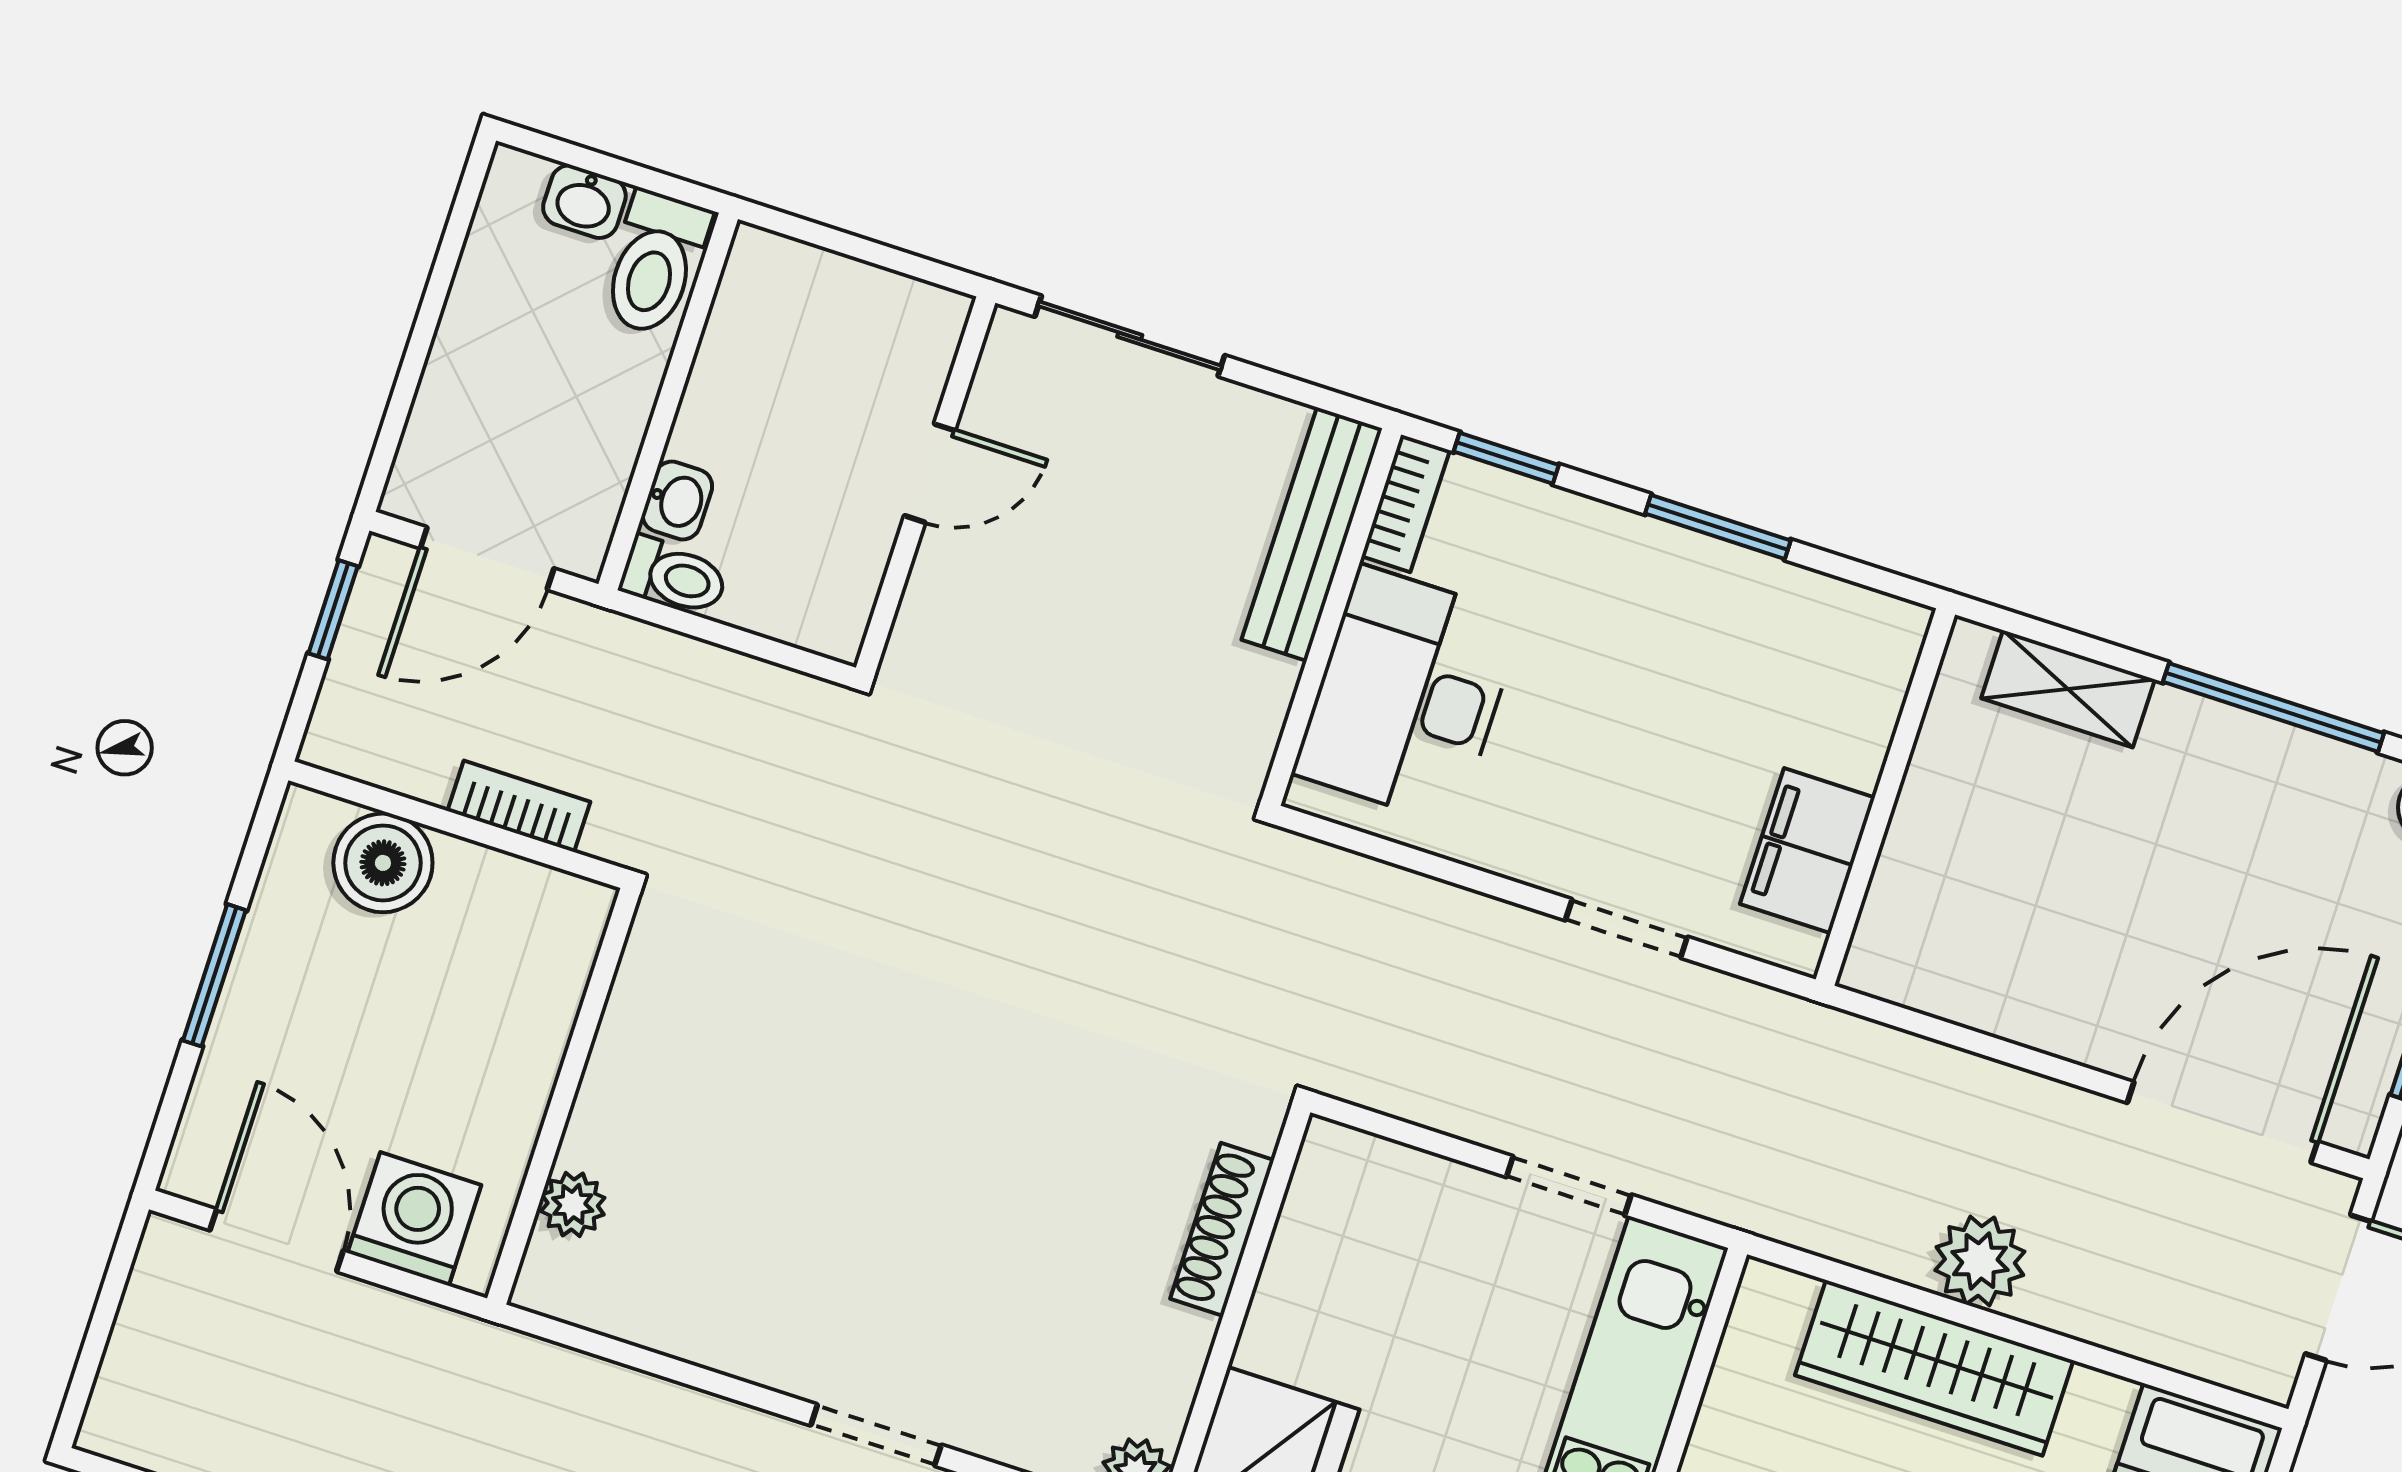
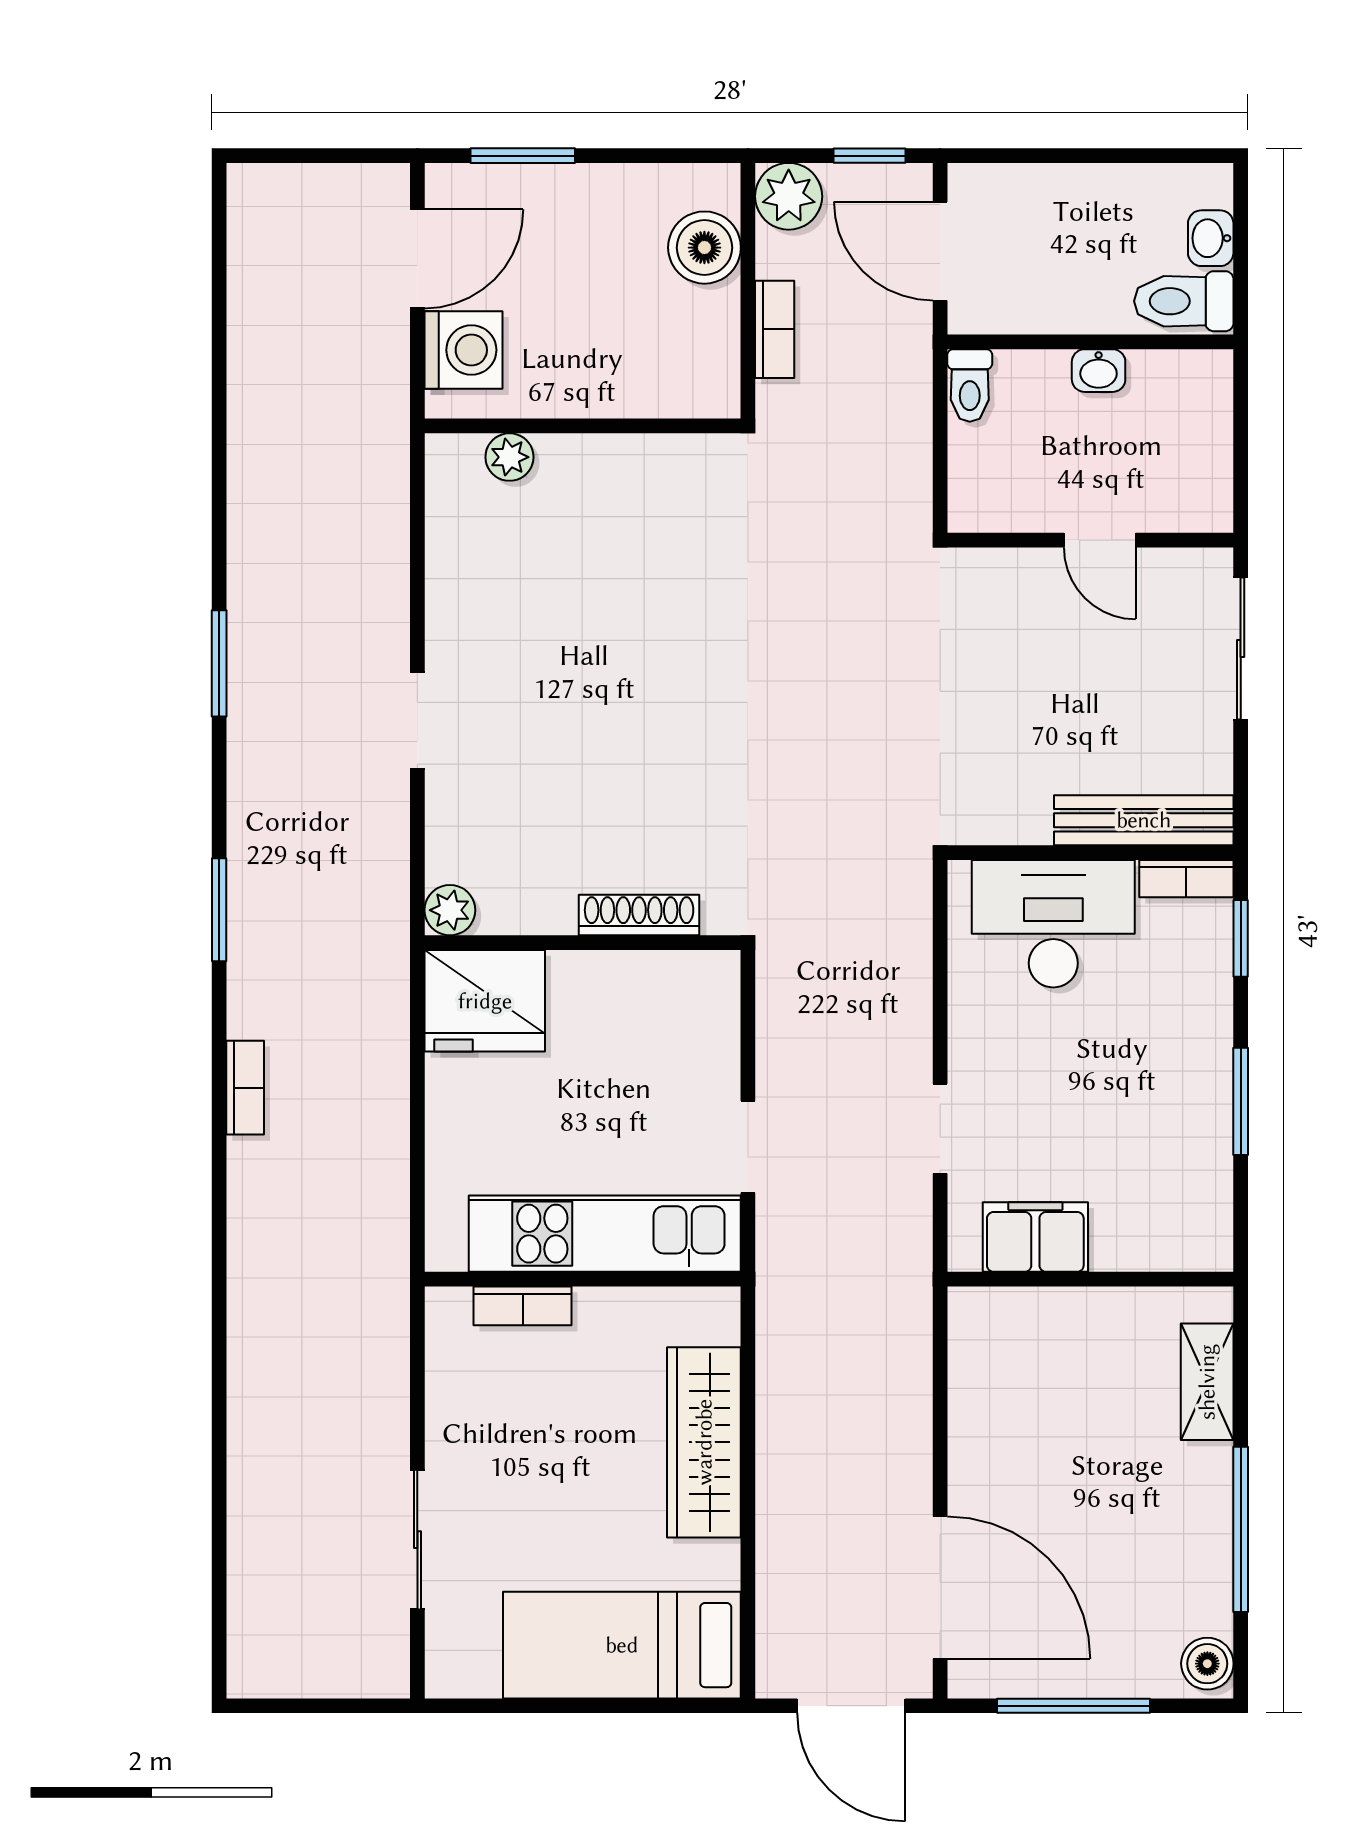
washbasin: (677, 501) -> (1099, 371), moved
window: (214, 975) -> (523, 156), moved
plant: (1980, 1261) -> (789, 196), moved

